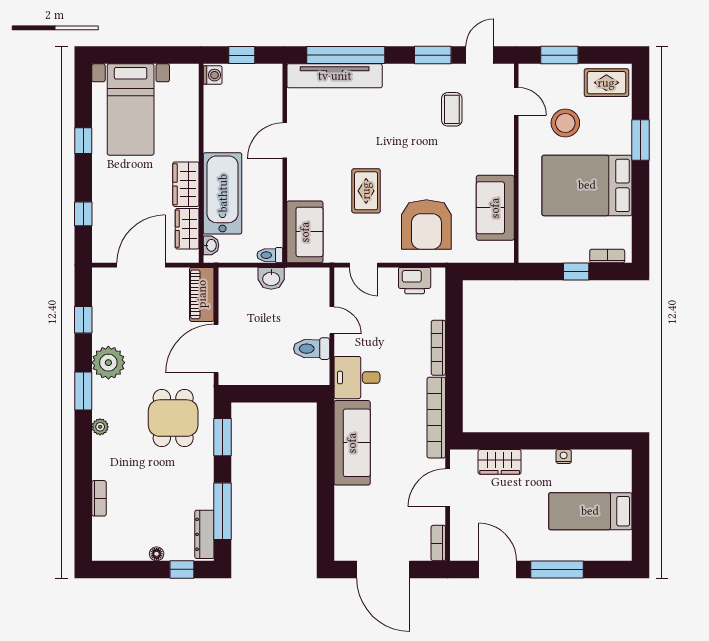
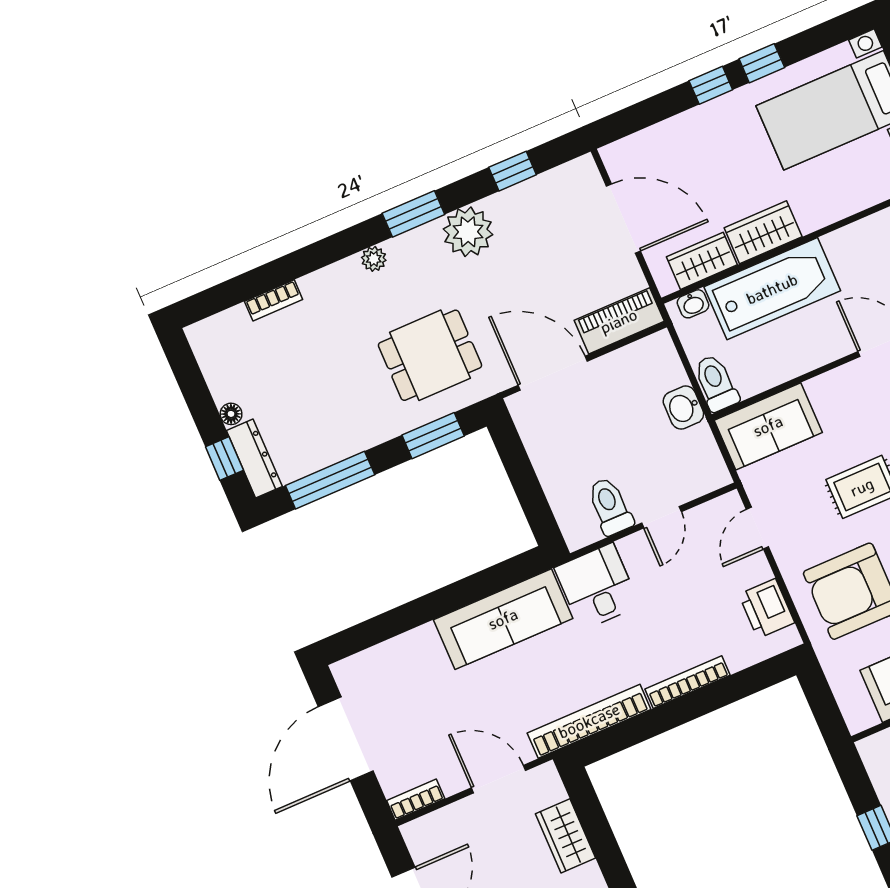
window: (83, 214) -> (711, 85), moved
toilet: (270, 255) -> (716, 383), width x1.37, depth x1.39
dresser: (204, 534) -> (254, 459), moved, turned 90

